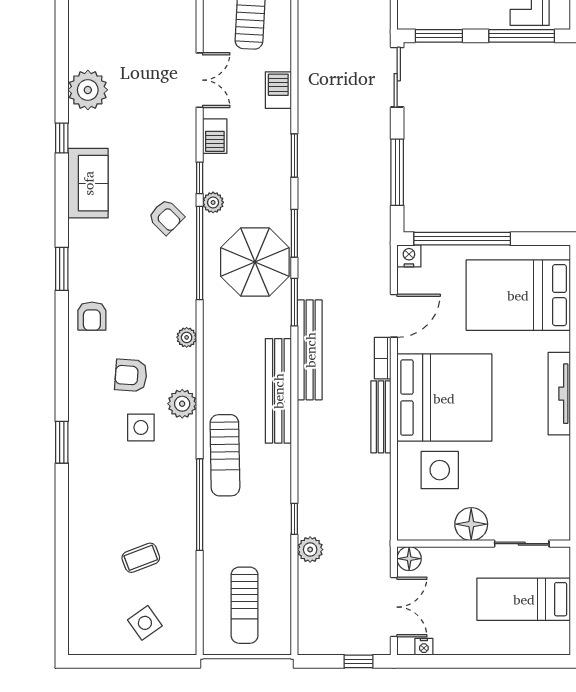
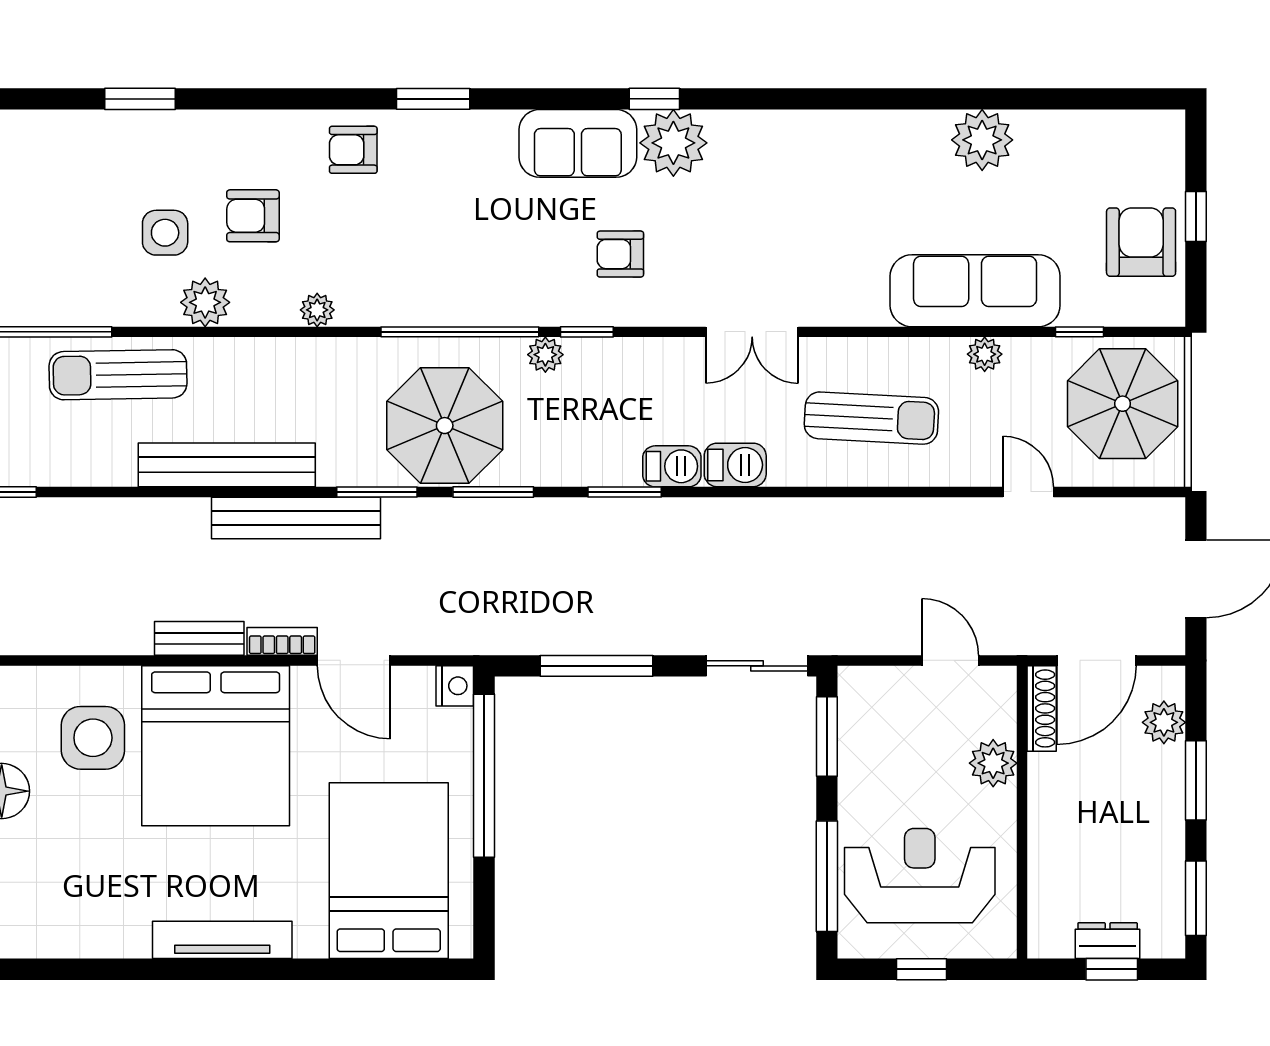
plant: (88, 90) -> (673, 143), moved
barbecue: (215, 136) -> (672, 466), moved, turned 180
armchair: (166, 217) -> (620, 254), moved, turned 45
armchair: (131, 375) -> (253, 216), turned -94
bench: (381, 417) -> (199, 638), width x0.73

